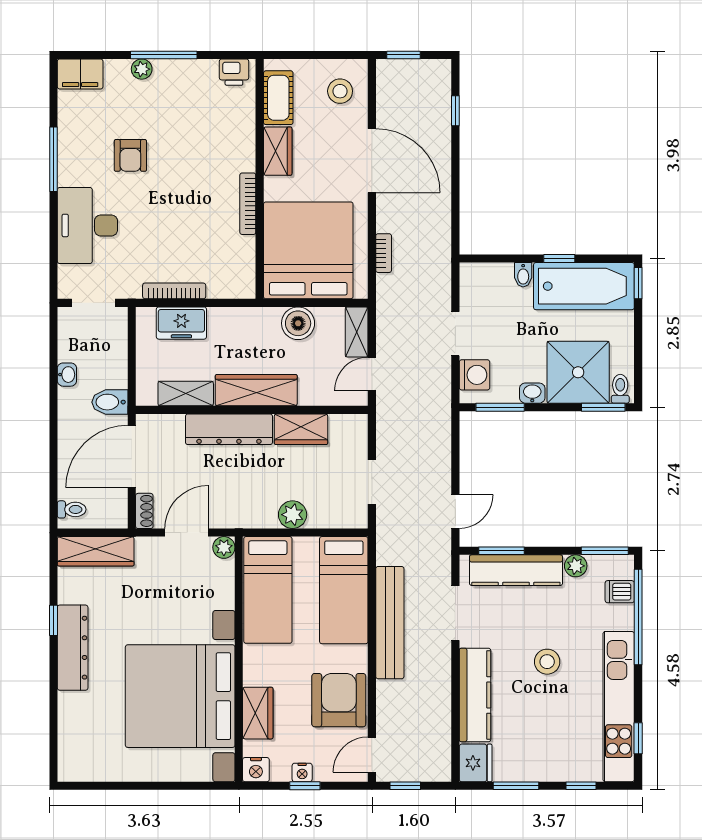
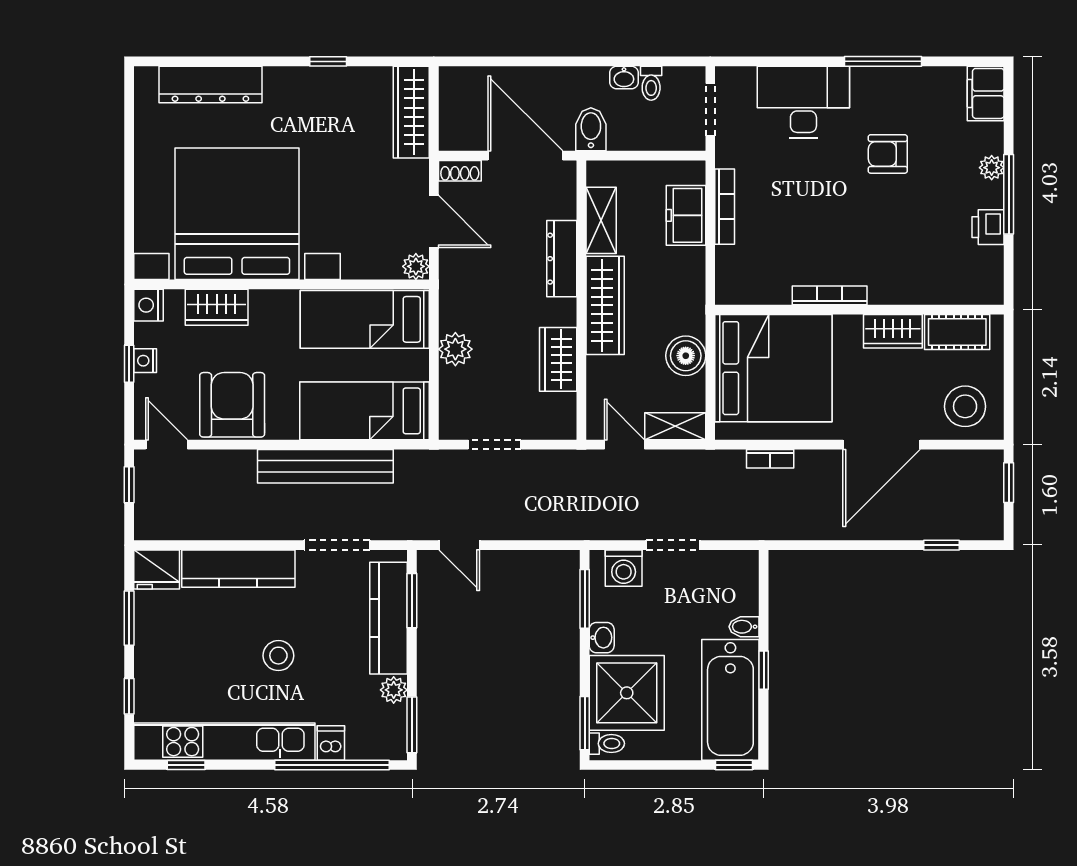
printer: (234, 72) -> (988, 227), moved
stool: (340, 91) -> (965, 406), width x1.38, depth x1.38
dresser: (229, 429) -> (562, 259), width x0.73, depth x0.80
toilet: (72, 509) -> (651, 83), moved
dishwasher: (620, 592) -> (331, 743), moved
dresser: (73, 648) -> (210, 84), moved
armchair: (339, 700) -> (232, 405), turned -90

